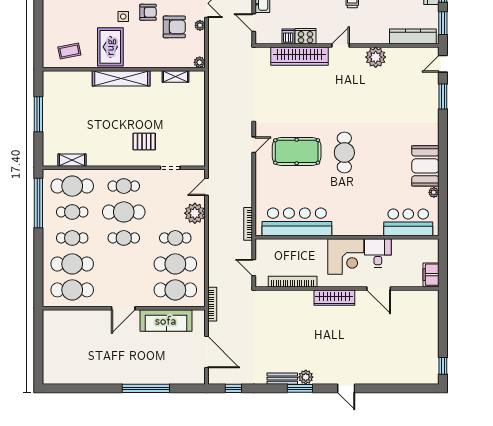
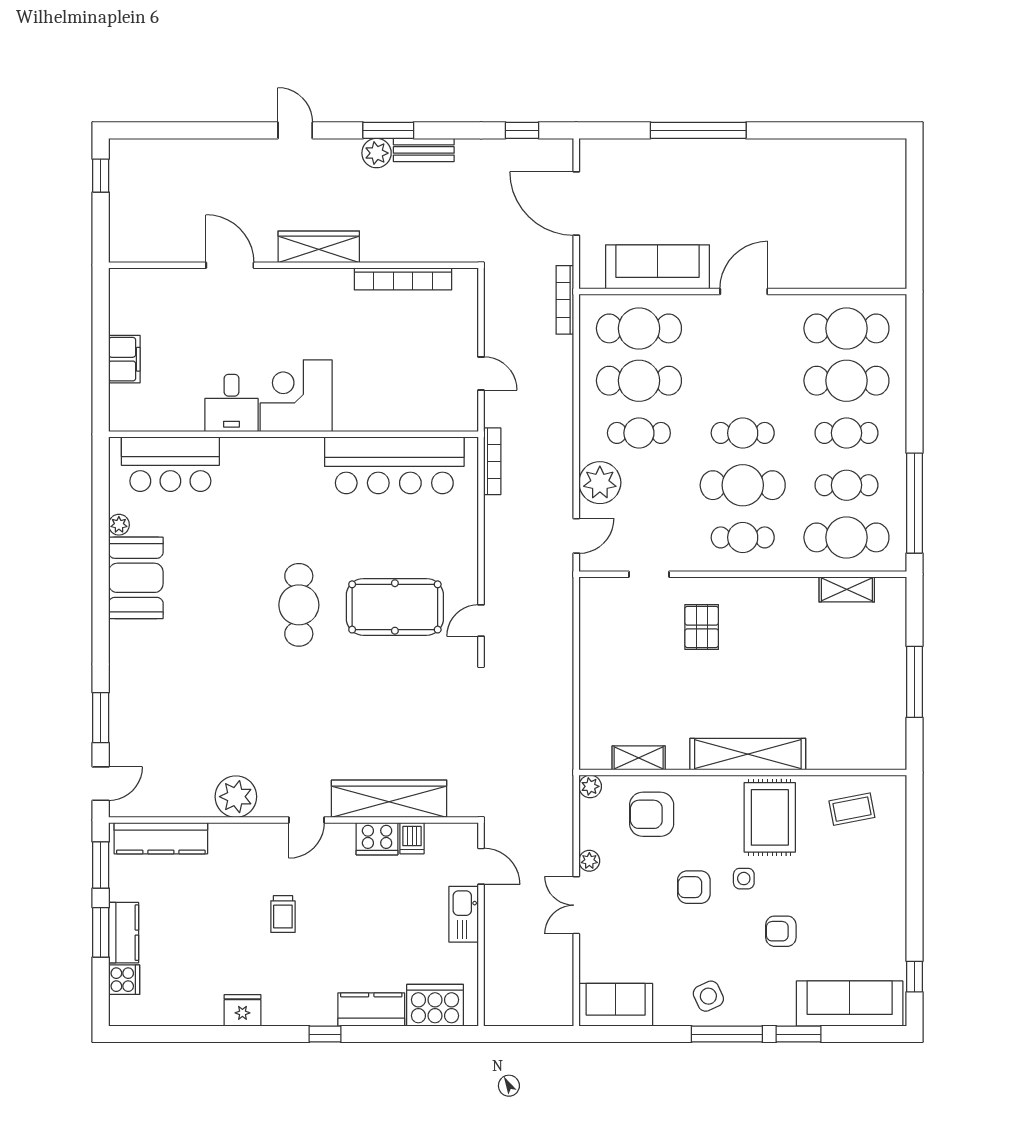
armchair: (174, 27) -> (652, 814), moved
pallet: (144, 142) -> (702, 627), turned 90
bookcase: (293, 282) -> (403, 279), moved
wall: (347, 289) -> (293, 265), moved
door: (379, 289) -> (230, 265), moved
wardrobe: (334, 298) -> (319, 247), moved

